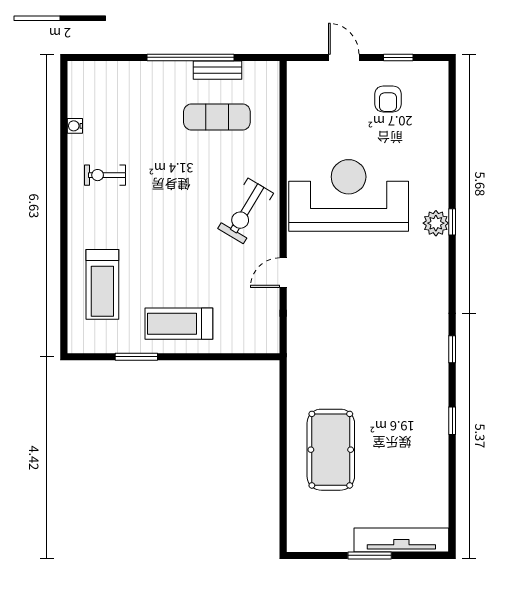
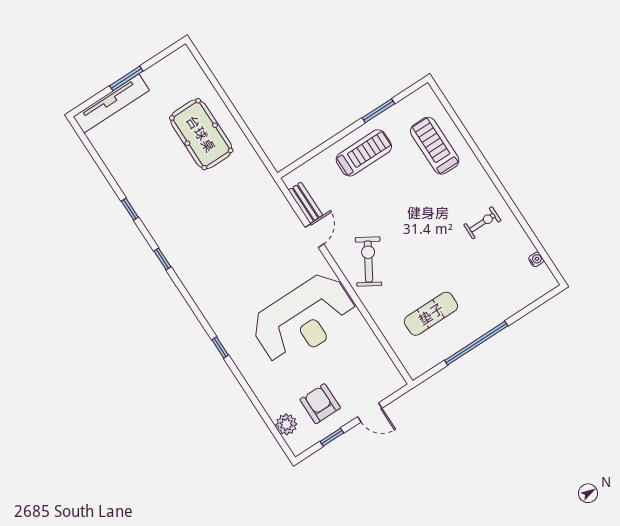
bench: (218, 70) -> (305, 203), moved, turned 90
armchair: (388, 99) -> (320, 404), width x1.38, depth x1.38
water cooler: (75, 126) -> (536, 259), moved
plant: (436, 223) -> (286, 424), moved

